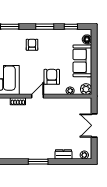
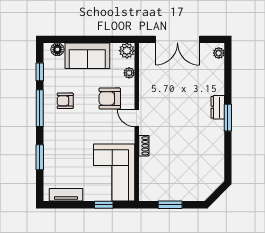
window: (45, 27) -> (40, 108), width x1.44
armchair: (32, 45) -> (65, 101), moved
double door: (94, 125) -> (177, 39), width x1.37
dresser: (63, 154) -> (218, 107), moved

